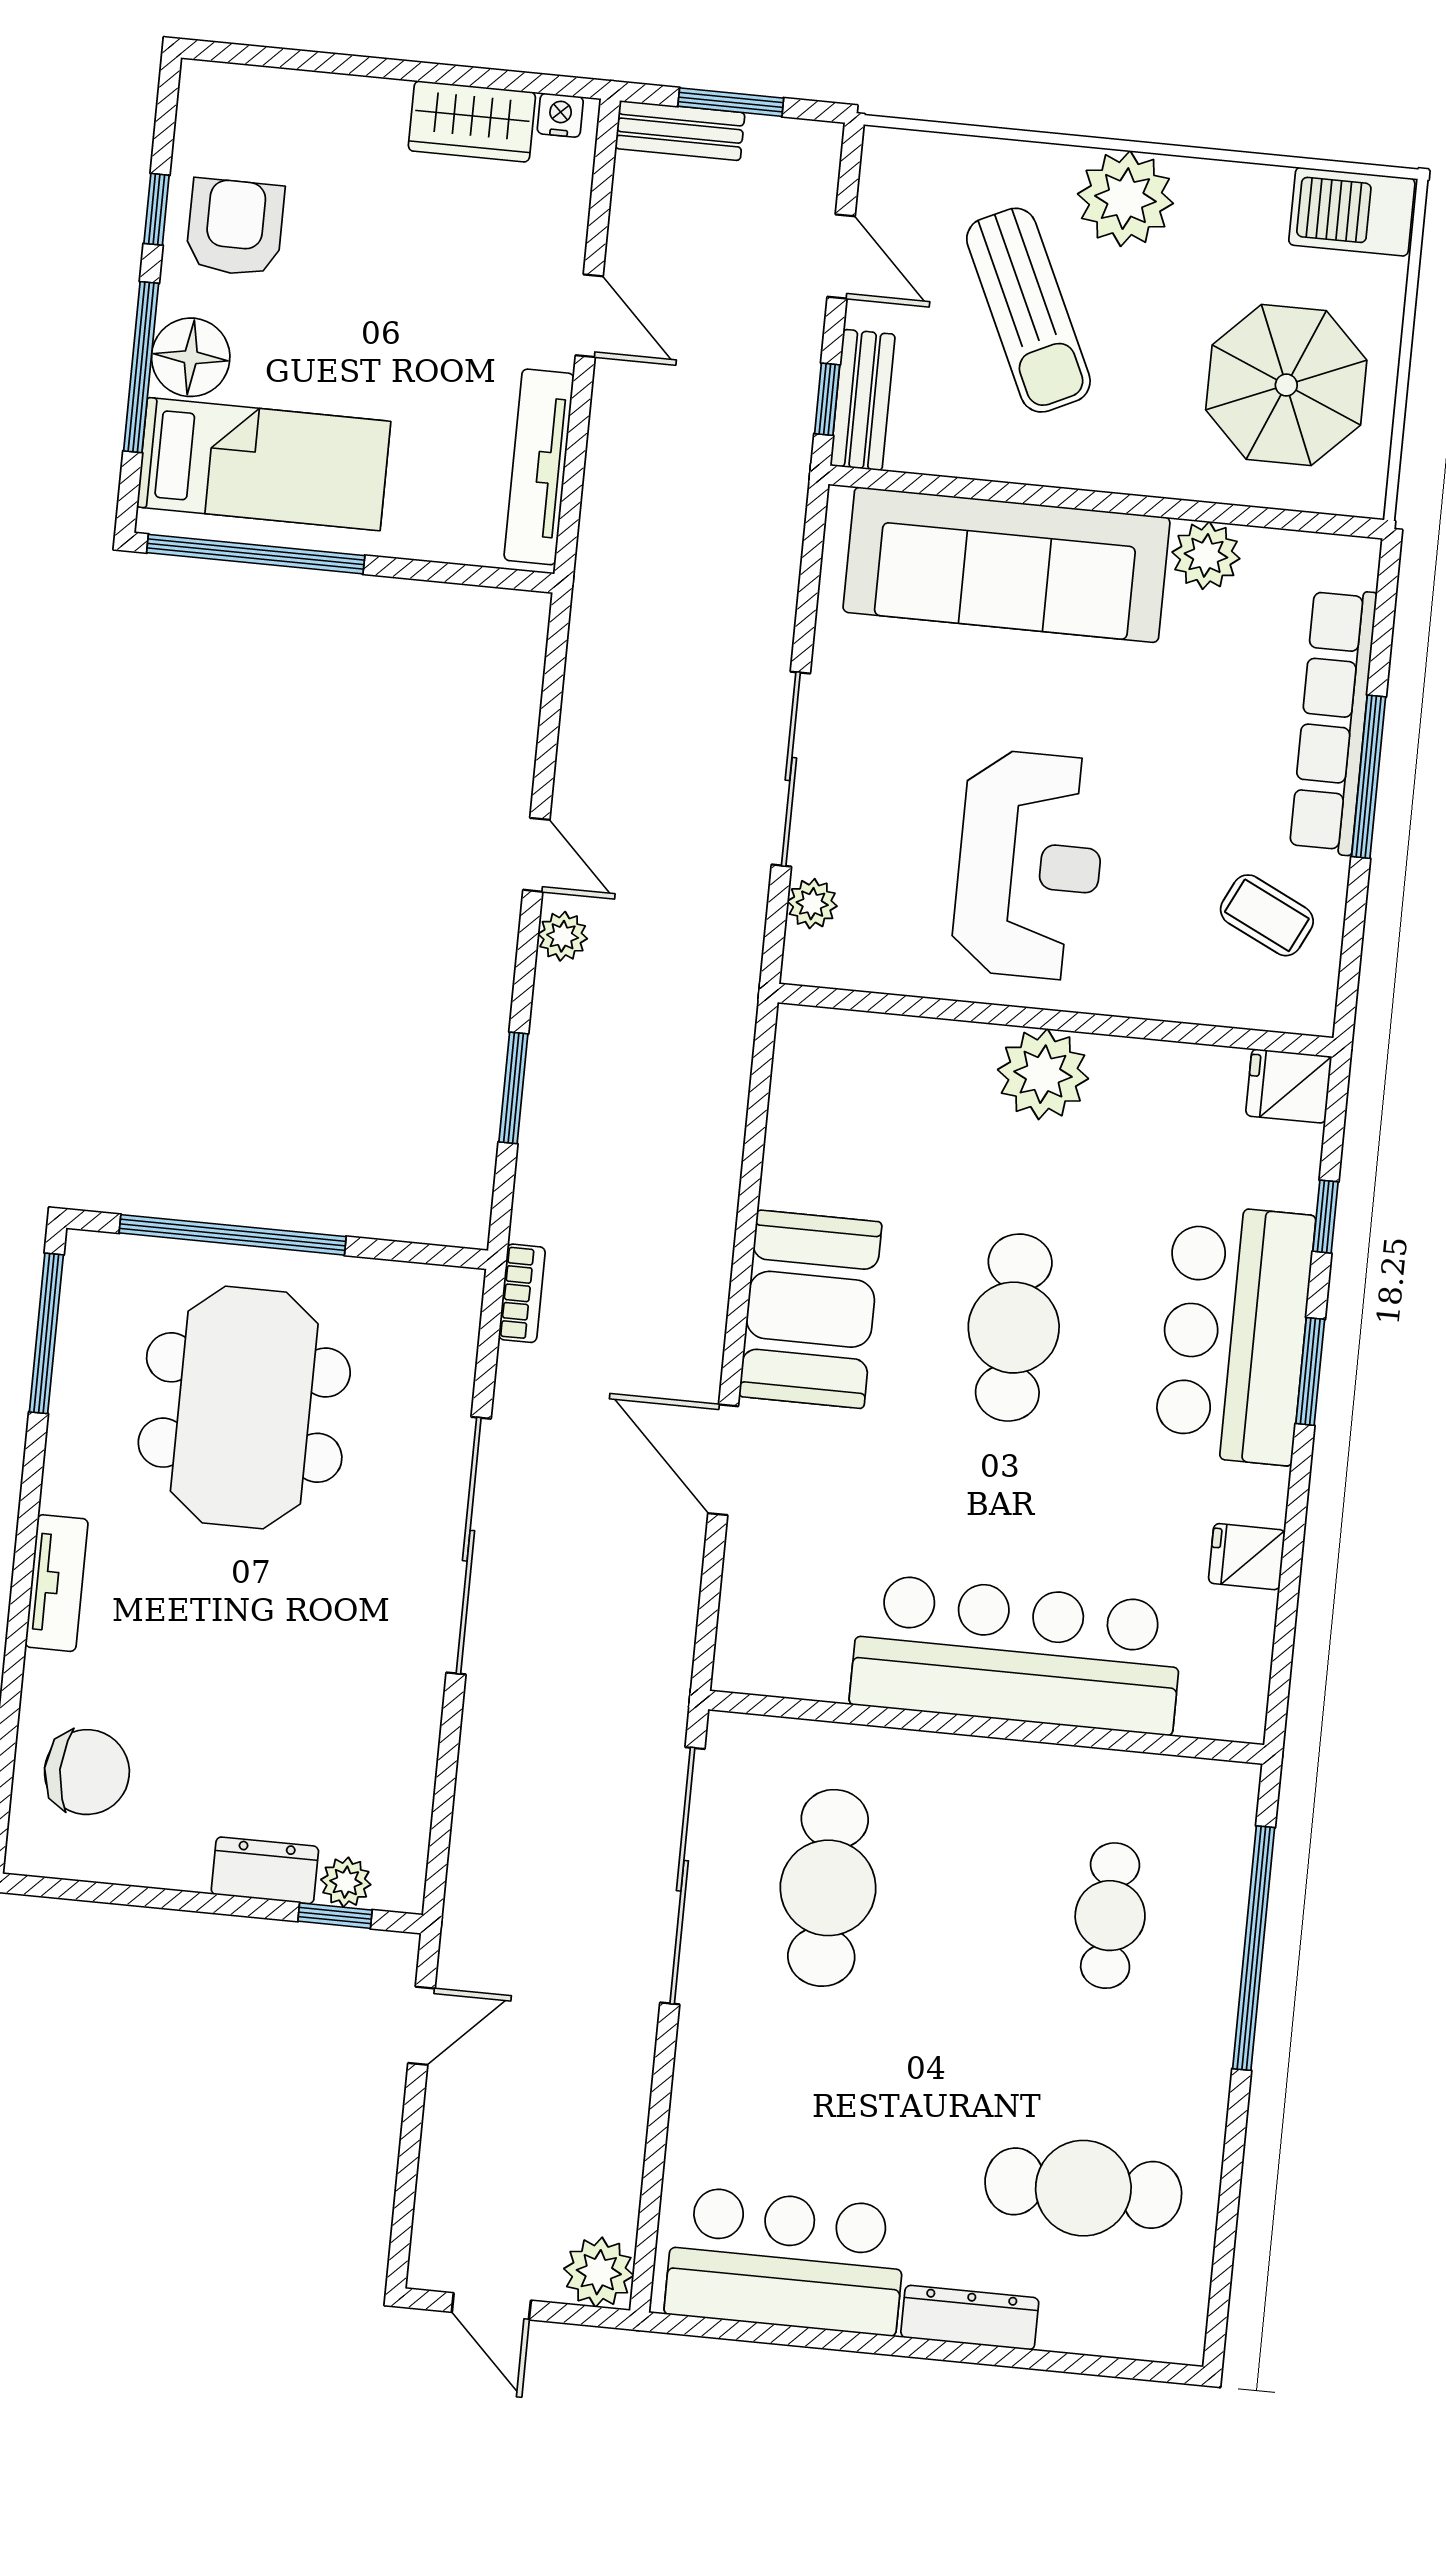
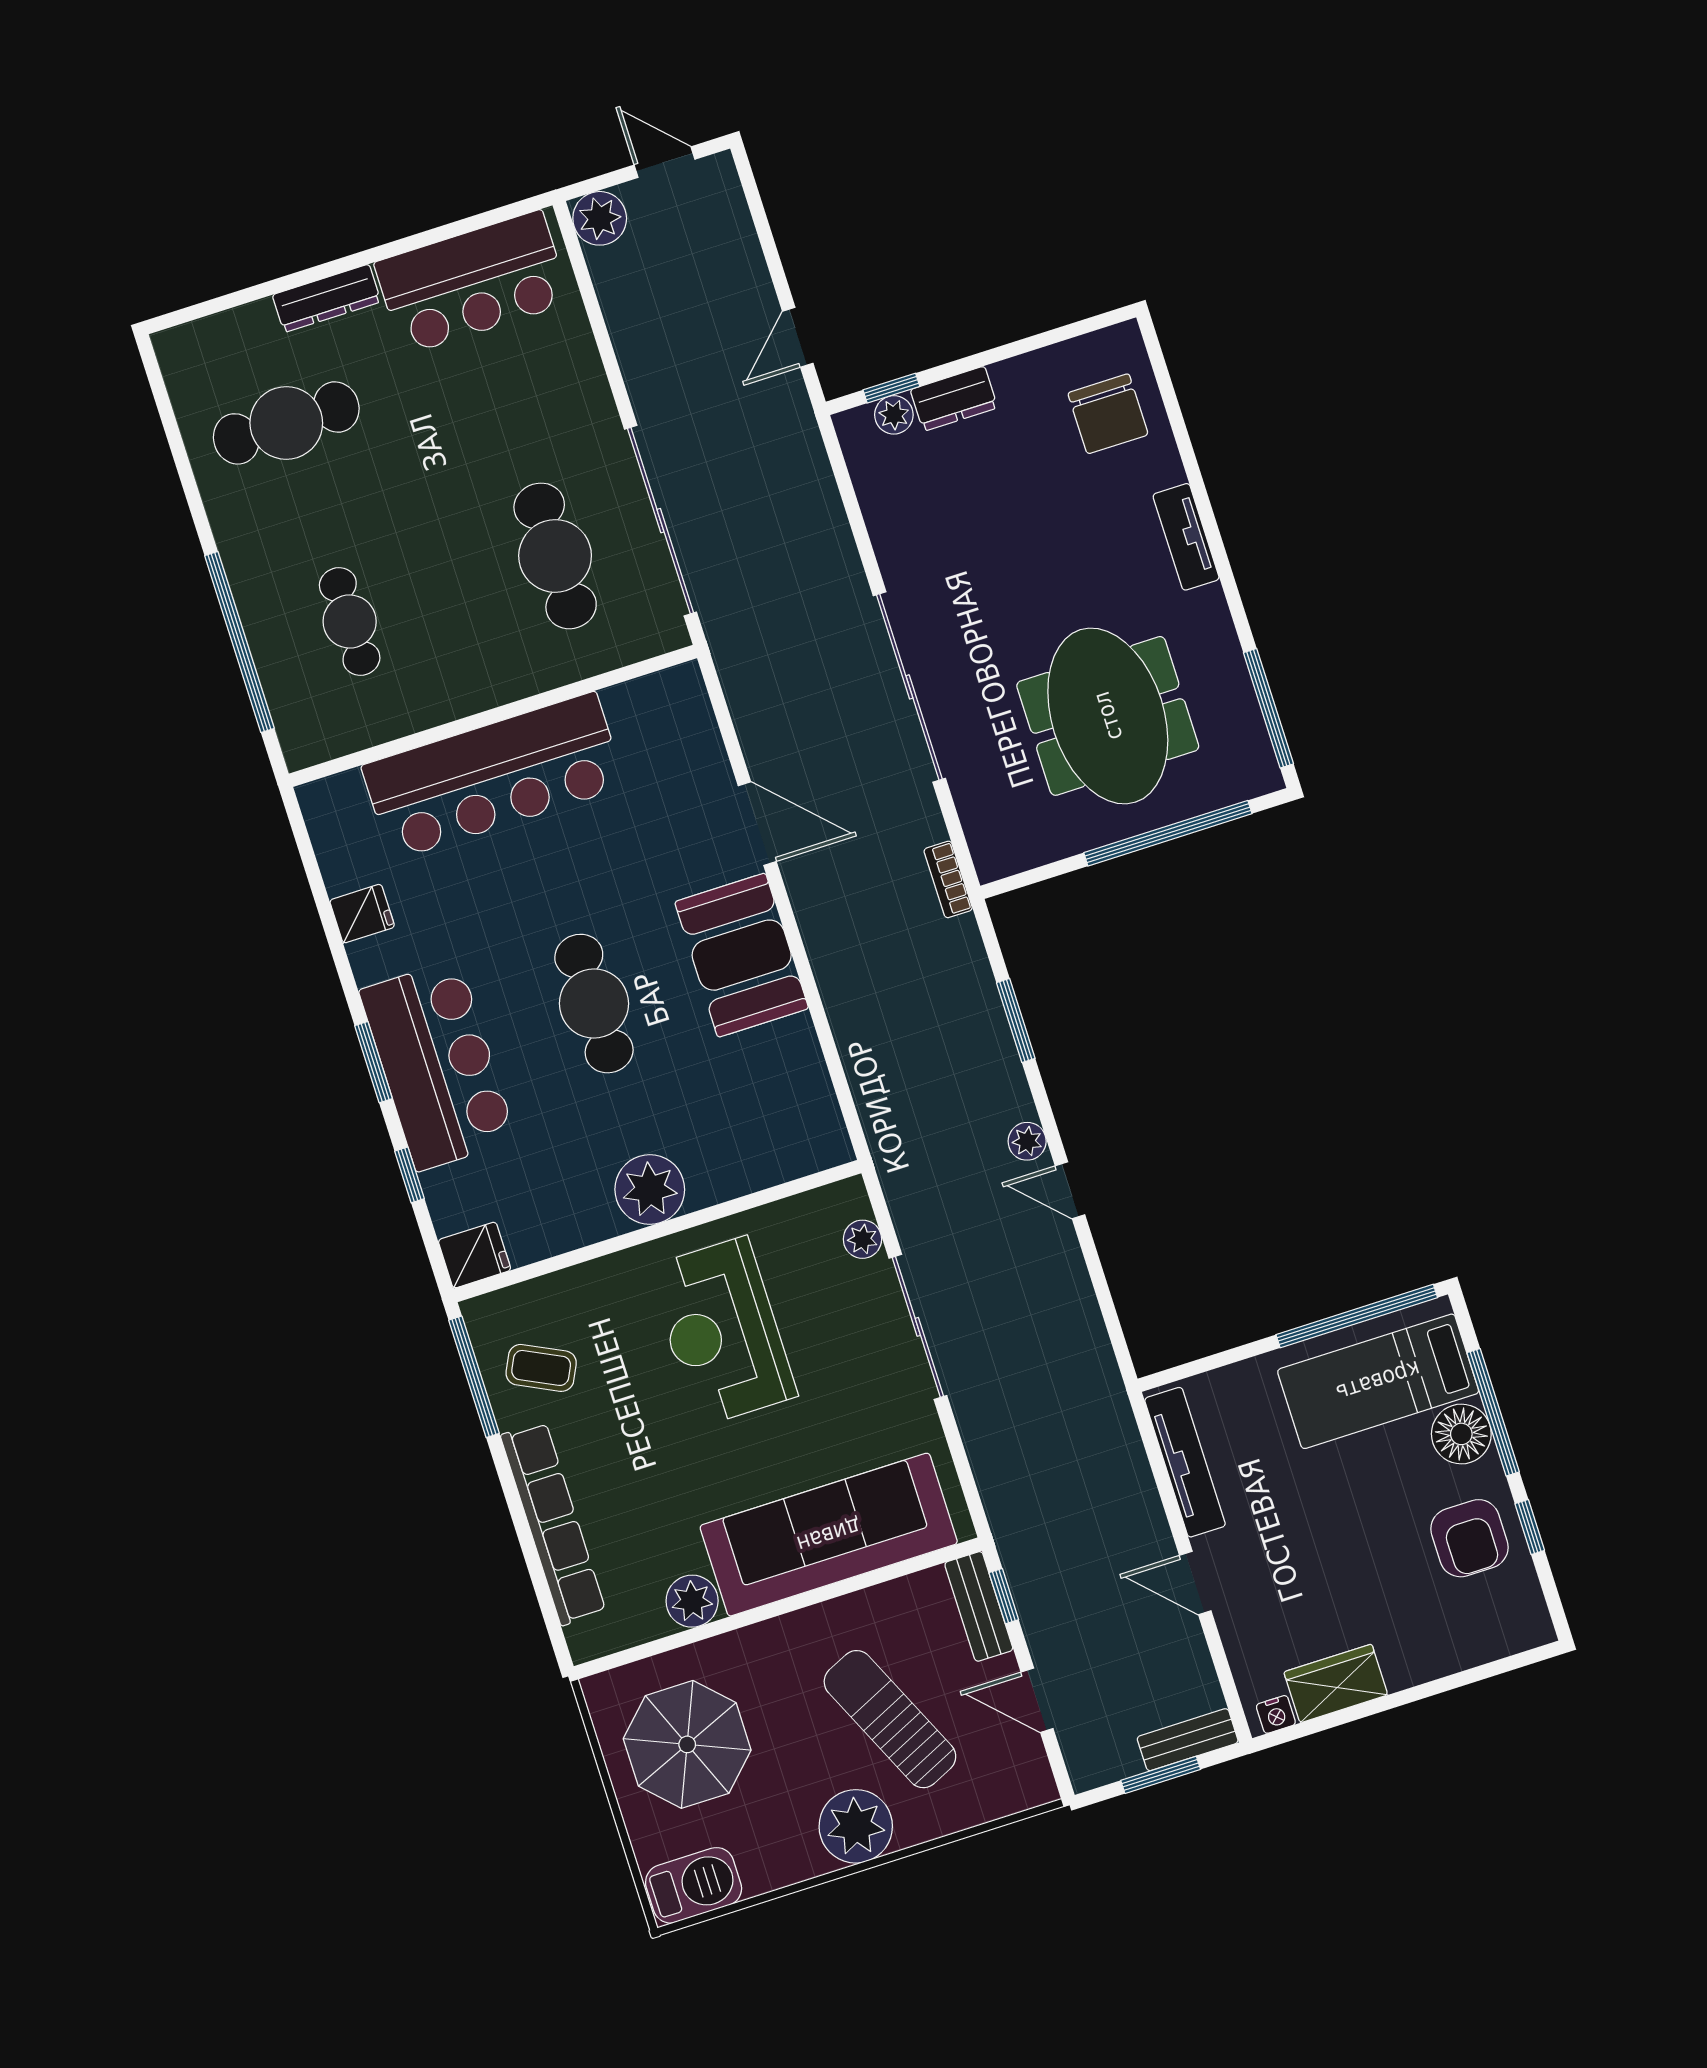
window: (1369, 777) -> (474, 1377), moved
chair: (87, 1772) -> (1108, 414), turned -90

